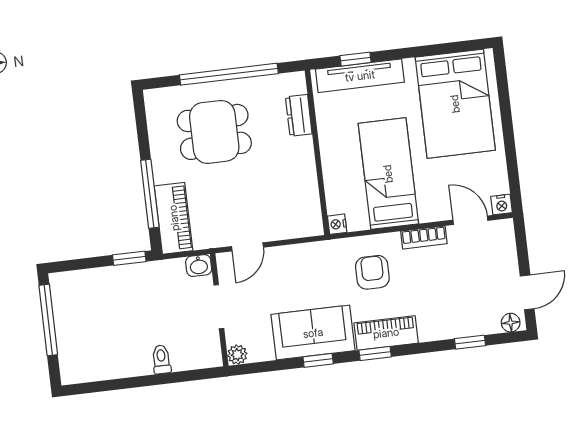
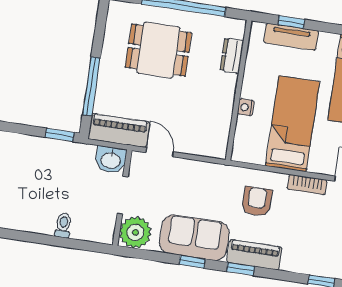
tv unit: (360, 76) -> (291, 37), width x0.71
piano: (174, 218) -> (119, 130), moved, turned -90
nightstand: (337, 224) -> (246, 107), moved
door: (247, 247) -> (160, 152), swing flipped
washbasin: (199, 266) -> (111, 160), width x1.38, depth x1.45
plant: (237, 355) -> (135, 232), width x1.87, depth x1.87

